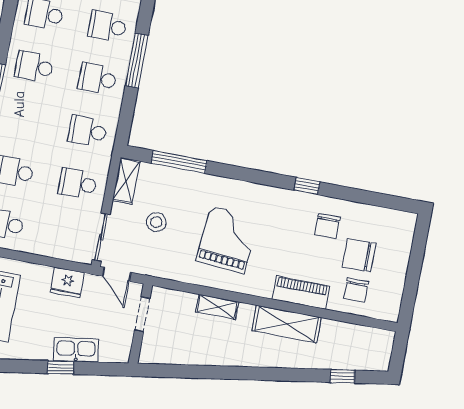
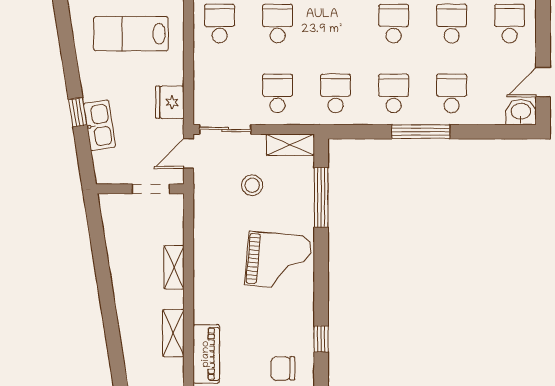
grand piano: (227, 240) -> (278, 261), moved
shelving: (287, 324) -> (173, 333), width x0.67, depth x0.75

